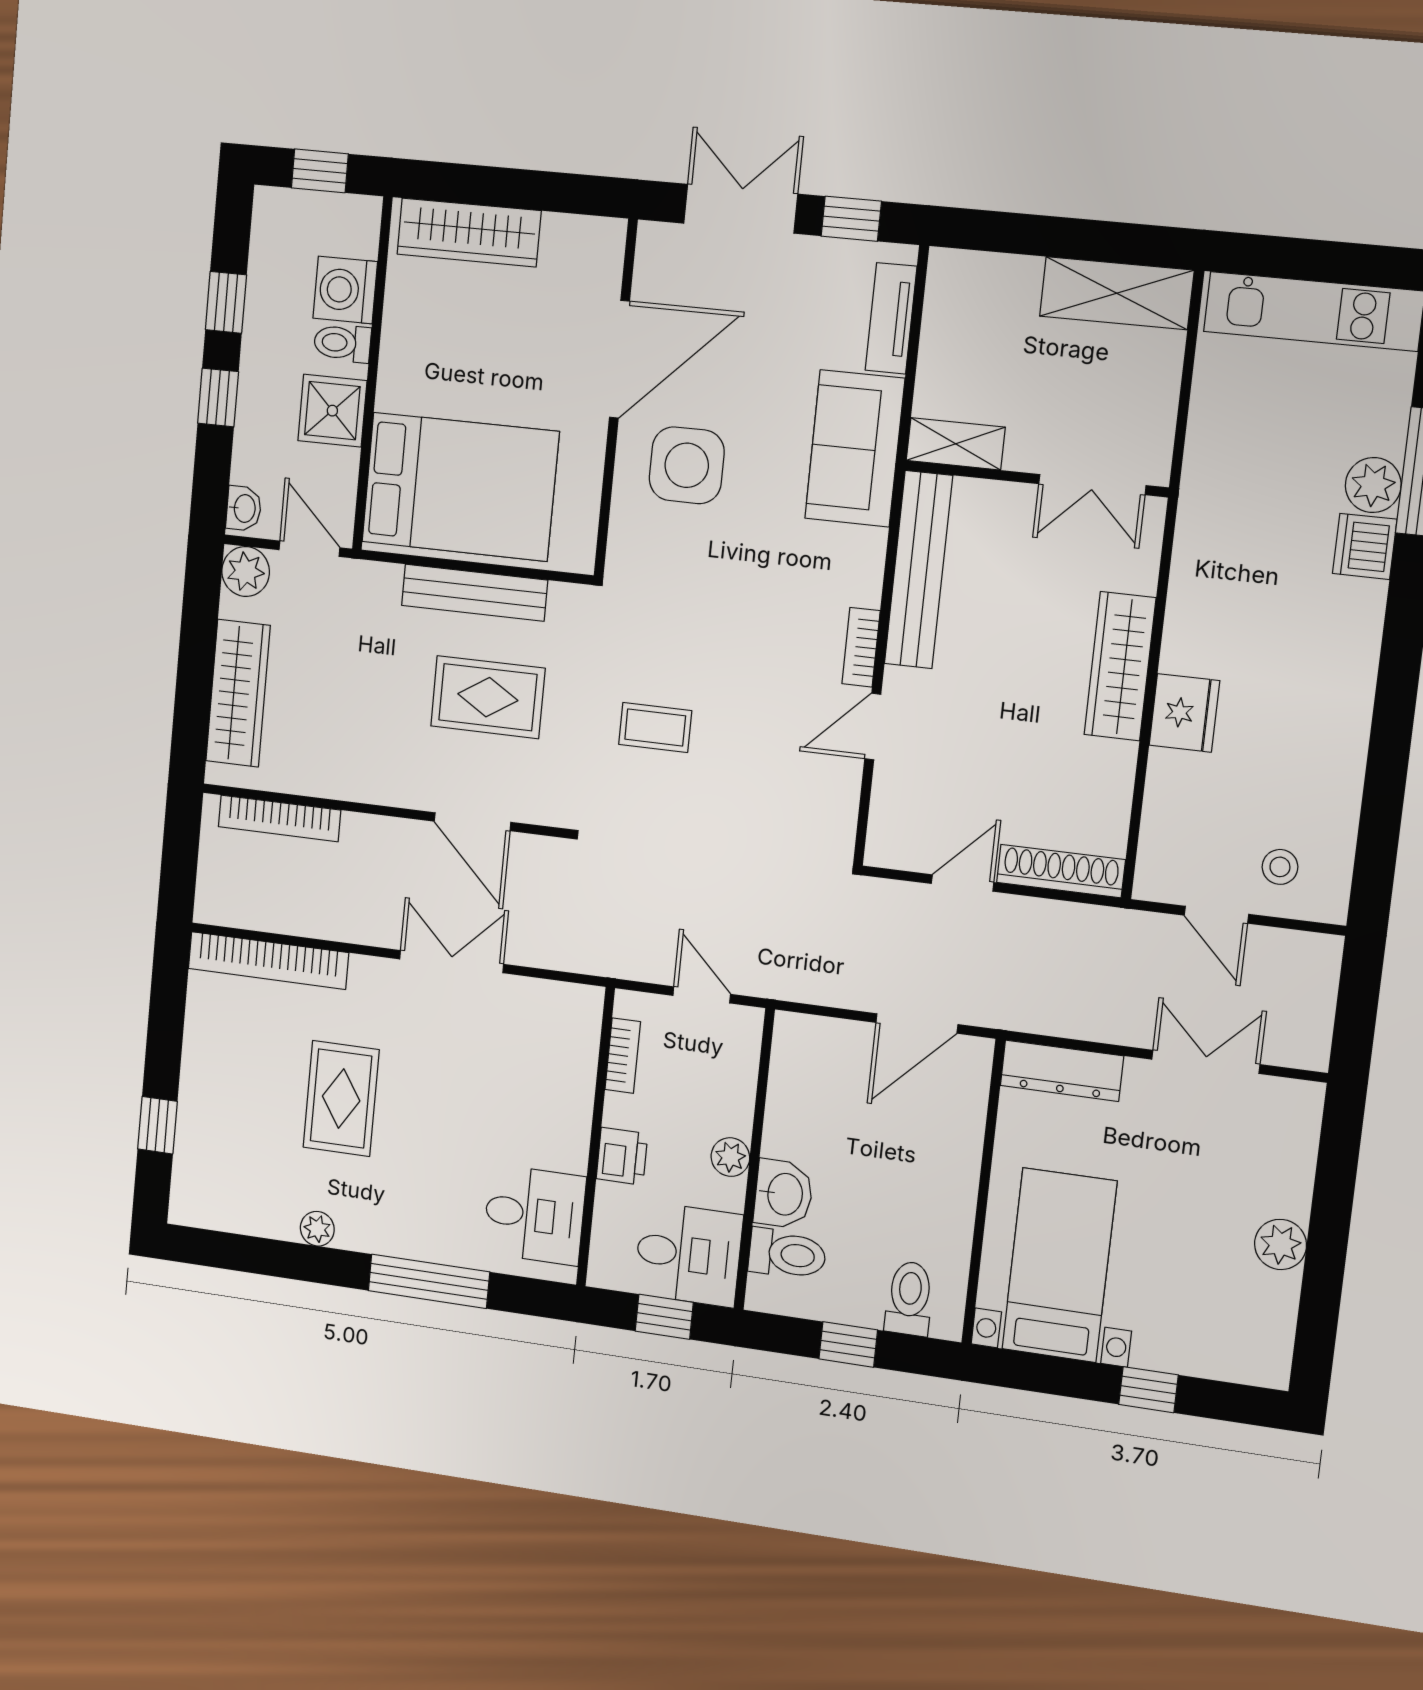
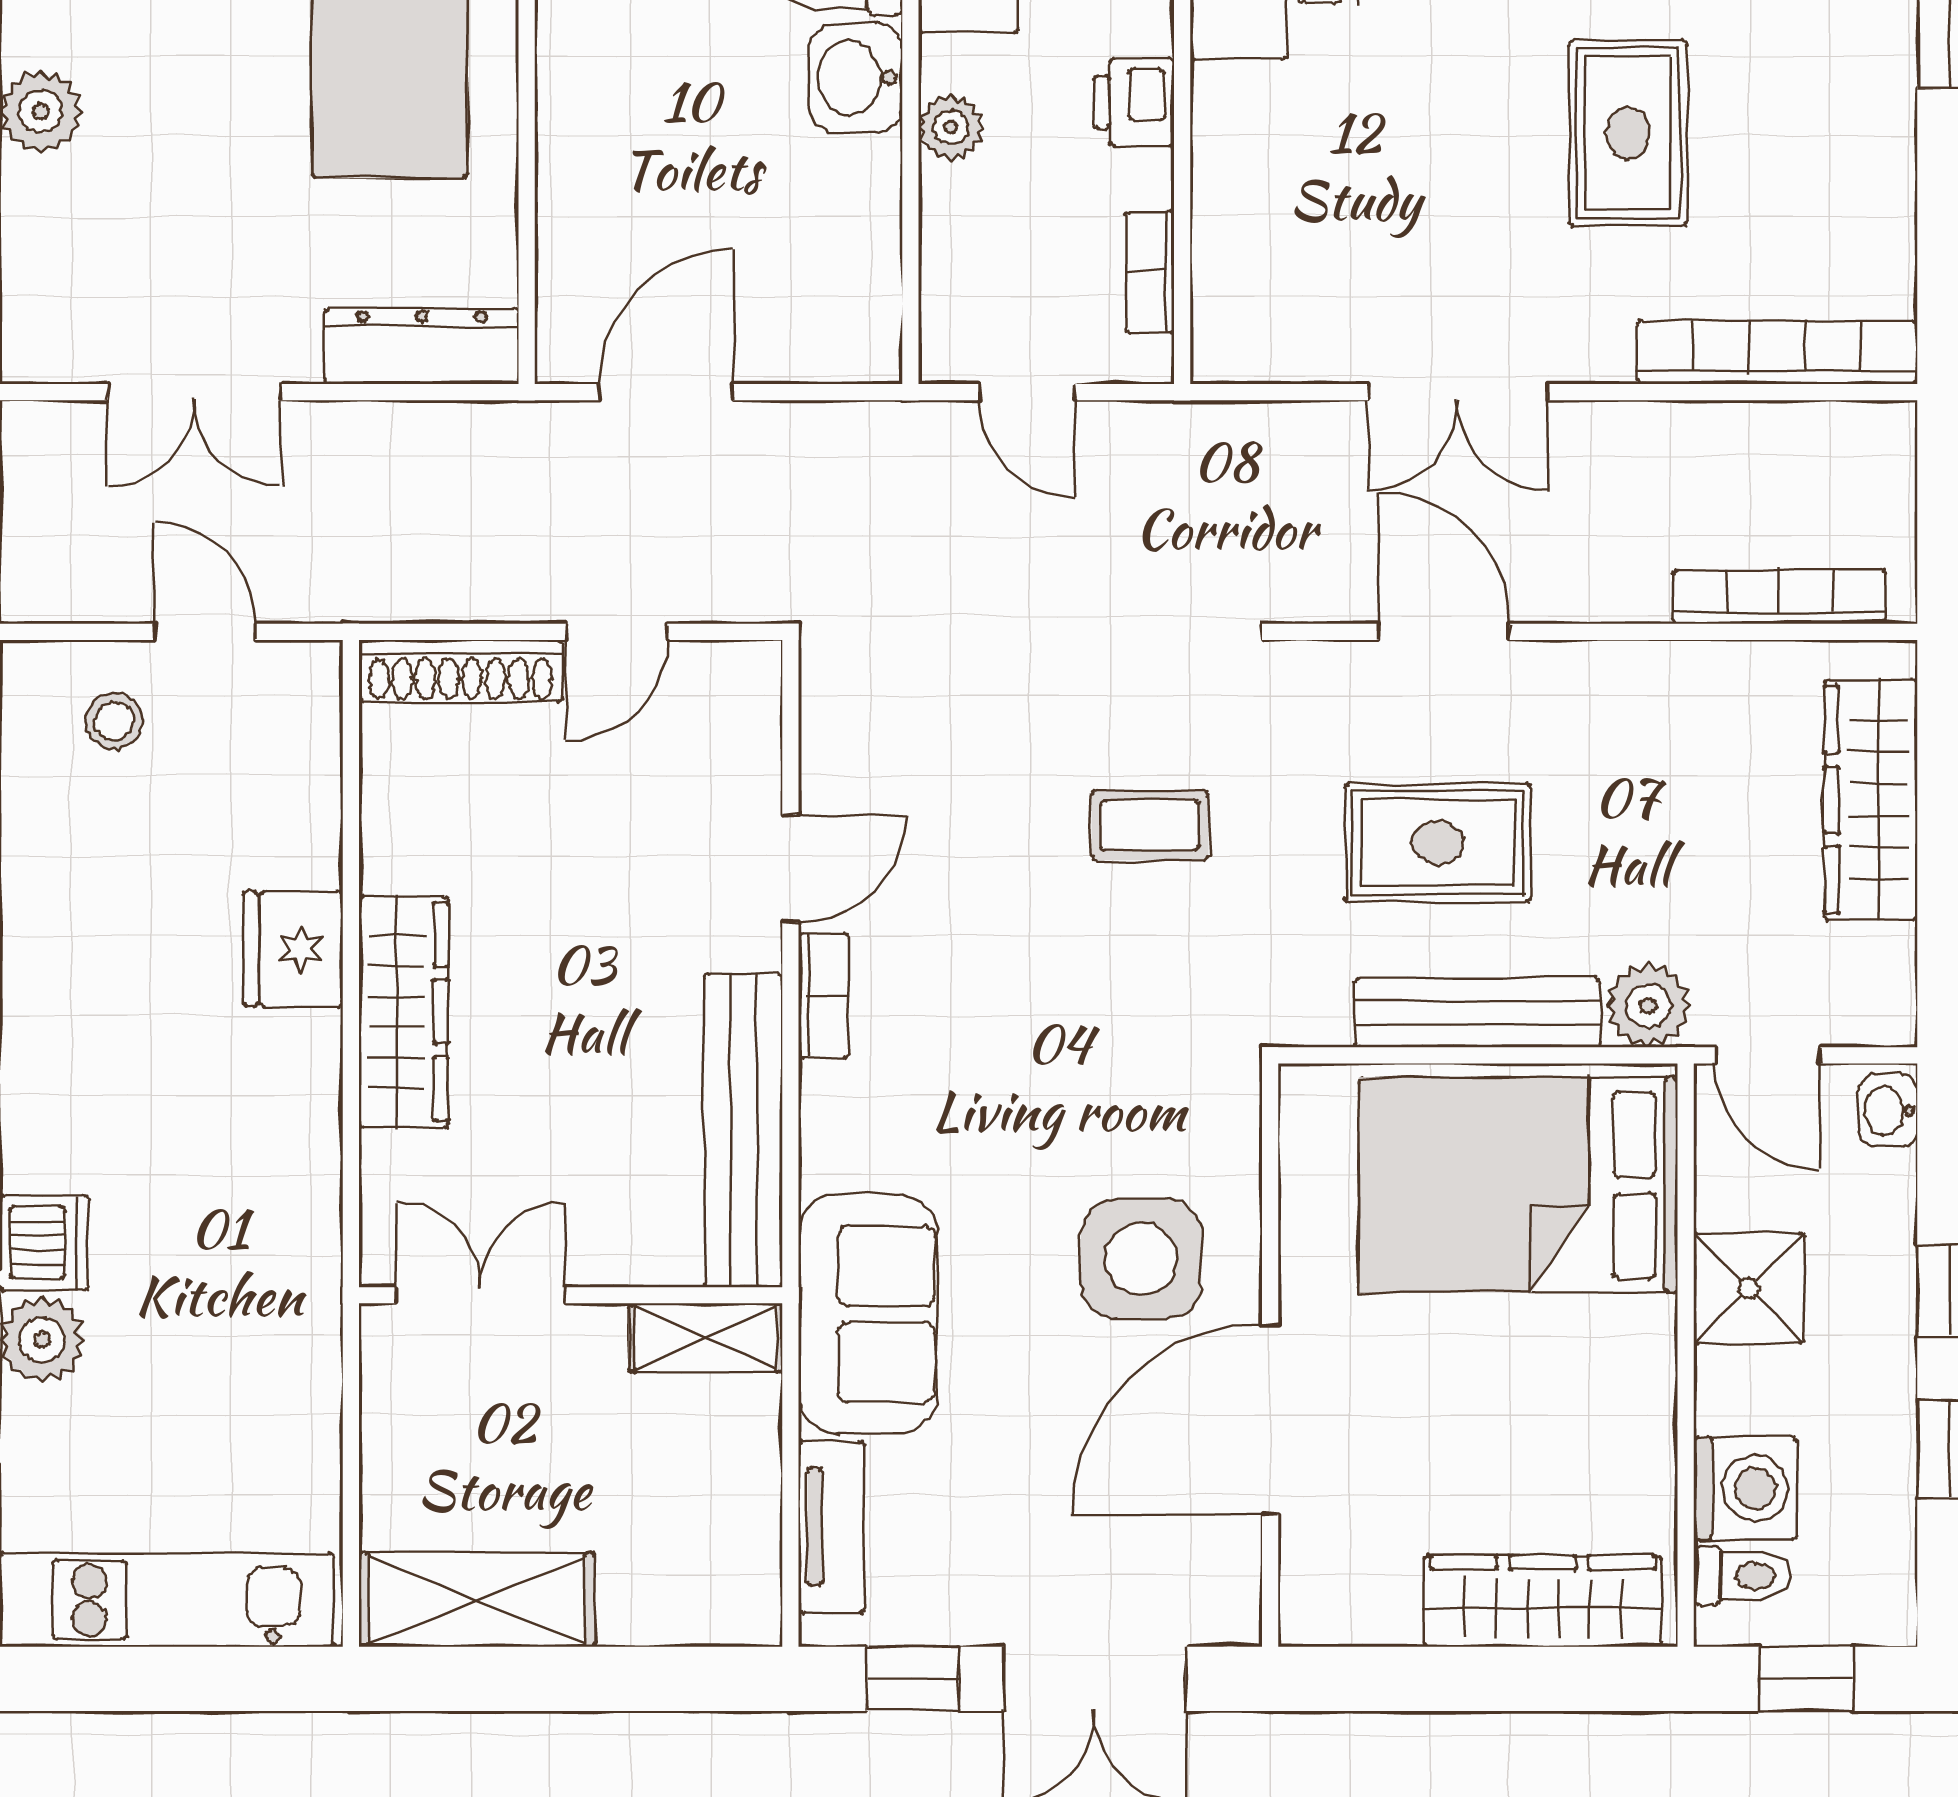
toilet: (342, 343) -> (1742, 1576), moved
plant: (246, 571) -> (1648, 1006), moved

